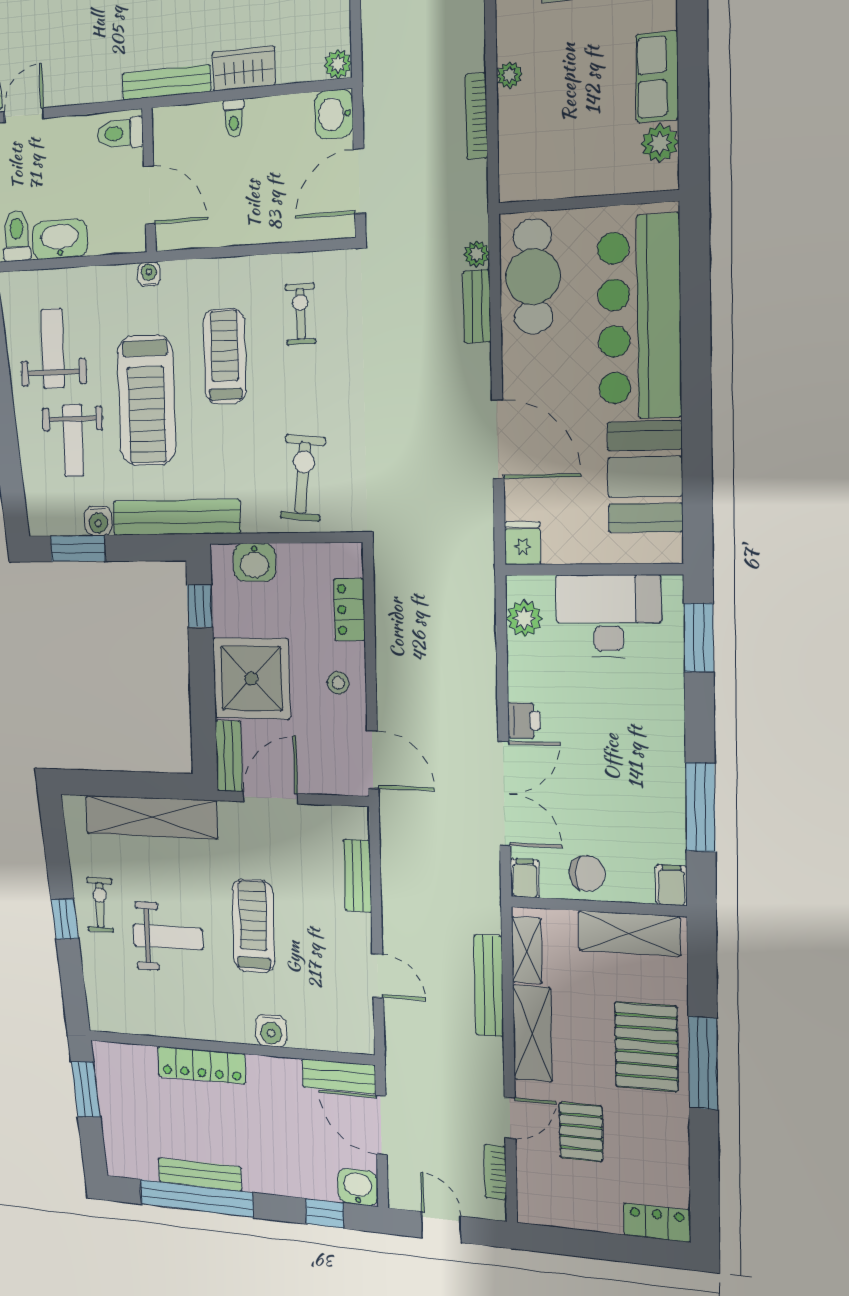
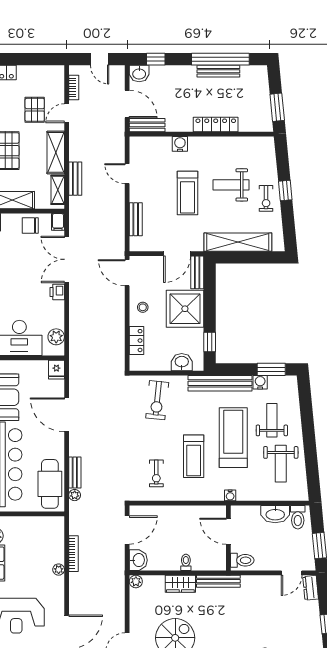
bench: (489, 986) -> (75, 179), width x0.73

